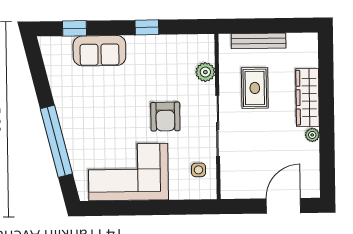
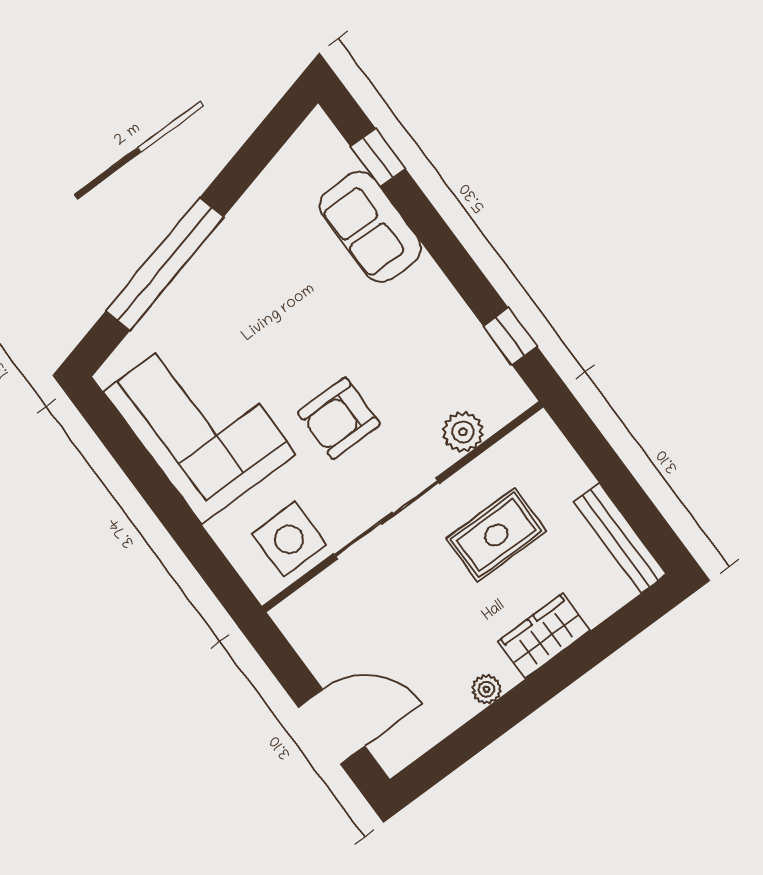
window: (147, 27) -> (510, 336), moved
bench: (259, 41) -> (620, 538), moved
wardrobe: (308, 98) -> (544, 636), width x0.67
side table: (199, 170) -> (289, 539), width x1.87, depth x1.87

